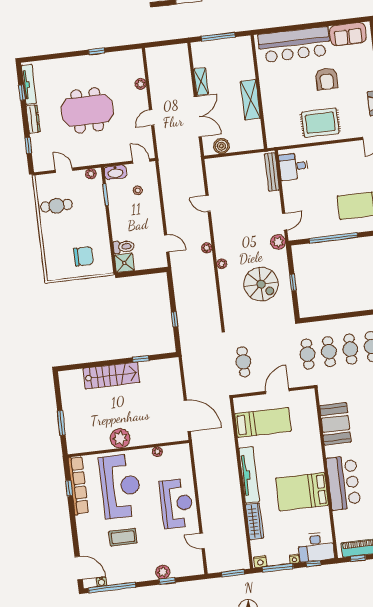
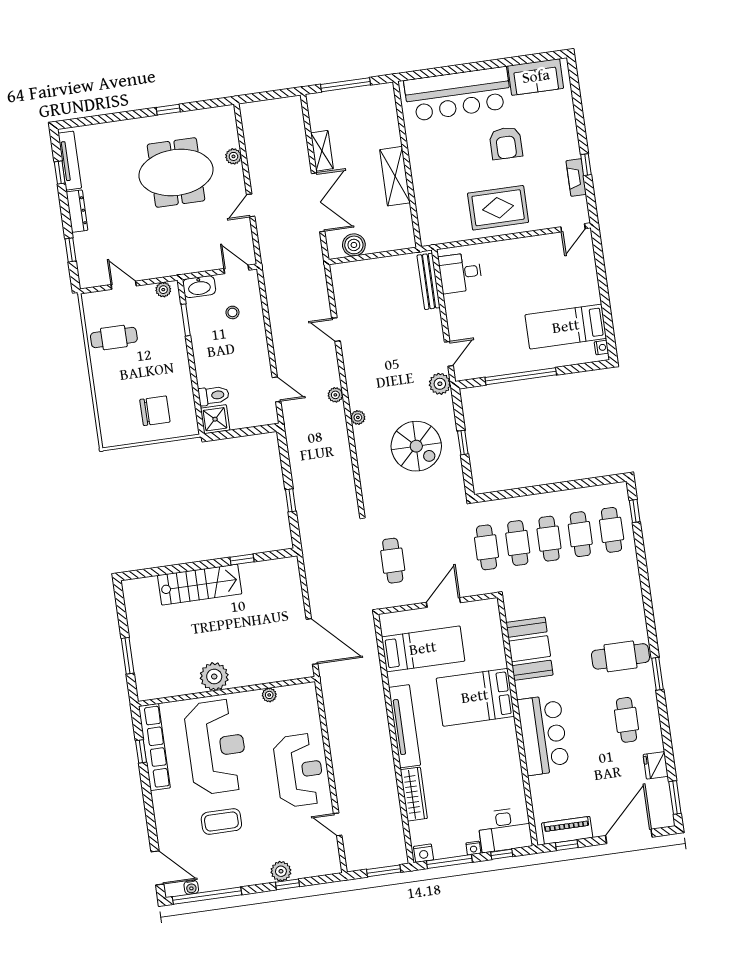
meeting table: (87, 110) -> (176, 172), moved
bed: (302, 492) -> (475, 697), moved

